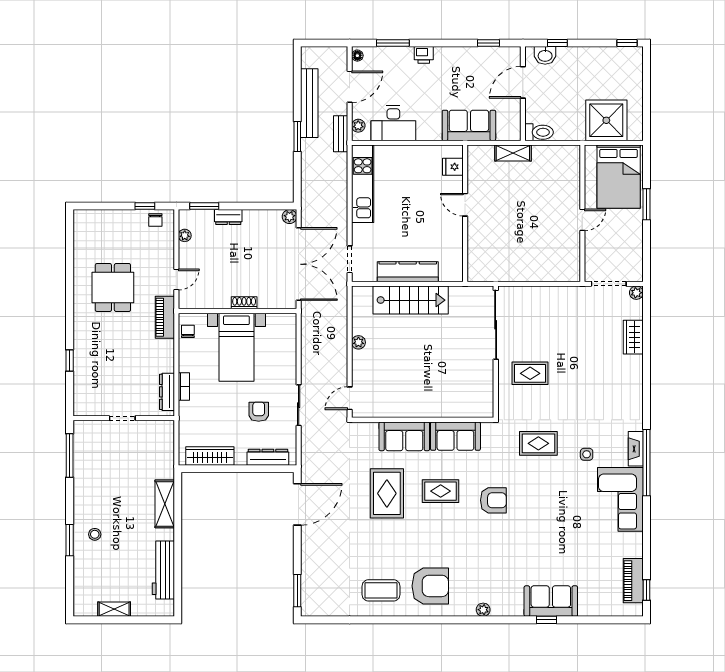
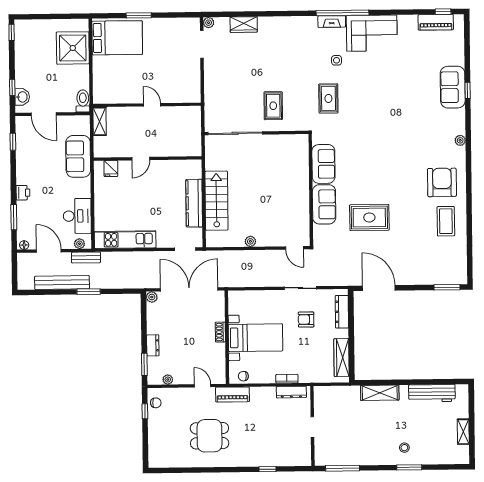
wall: (582, 213) -> (147, 105), moved
door: (582, 220) -> (152, 105), moved
rug: (441, 491) -> (367, 175), removed
armchair: (493, 500) -> (374, 133), removed

